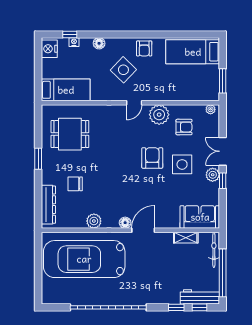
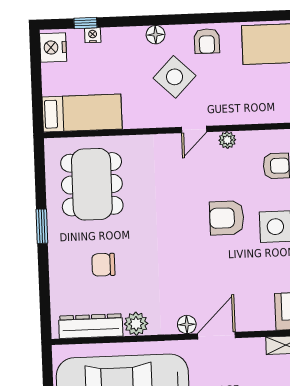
floor lamp: (99, 43) -> (155, 35), moved
plant: (159, 115) -> (227, 140), width x0.53, depth x0.53
dining table: (70, 134) -> (92, 184), width x1.38
armchair: (152, 158) -> (227, 218), turned -90
dresser: (48, 205) -> (91, 326), moved, turned -90

